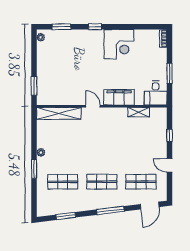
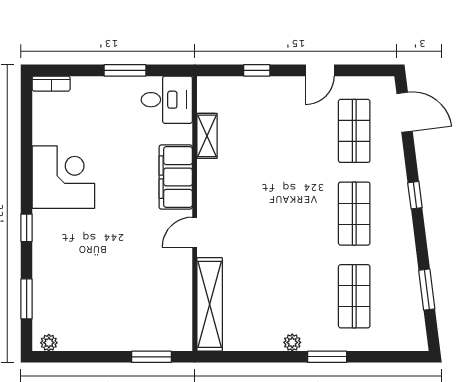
window: (110, 210) -> (415, 195), width x0.46

